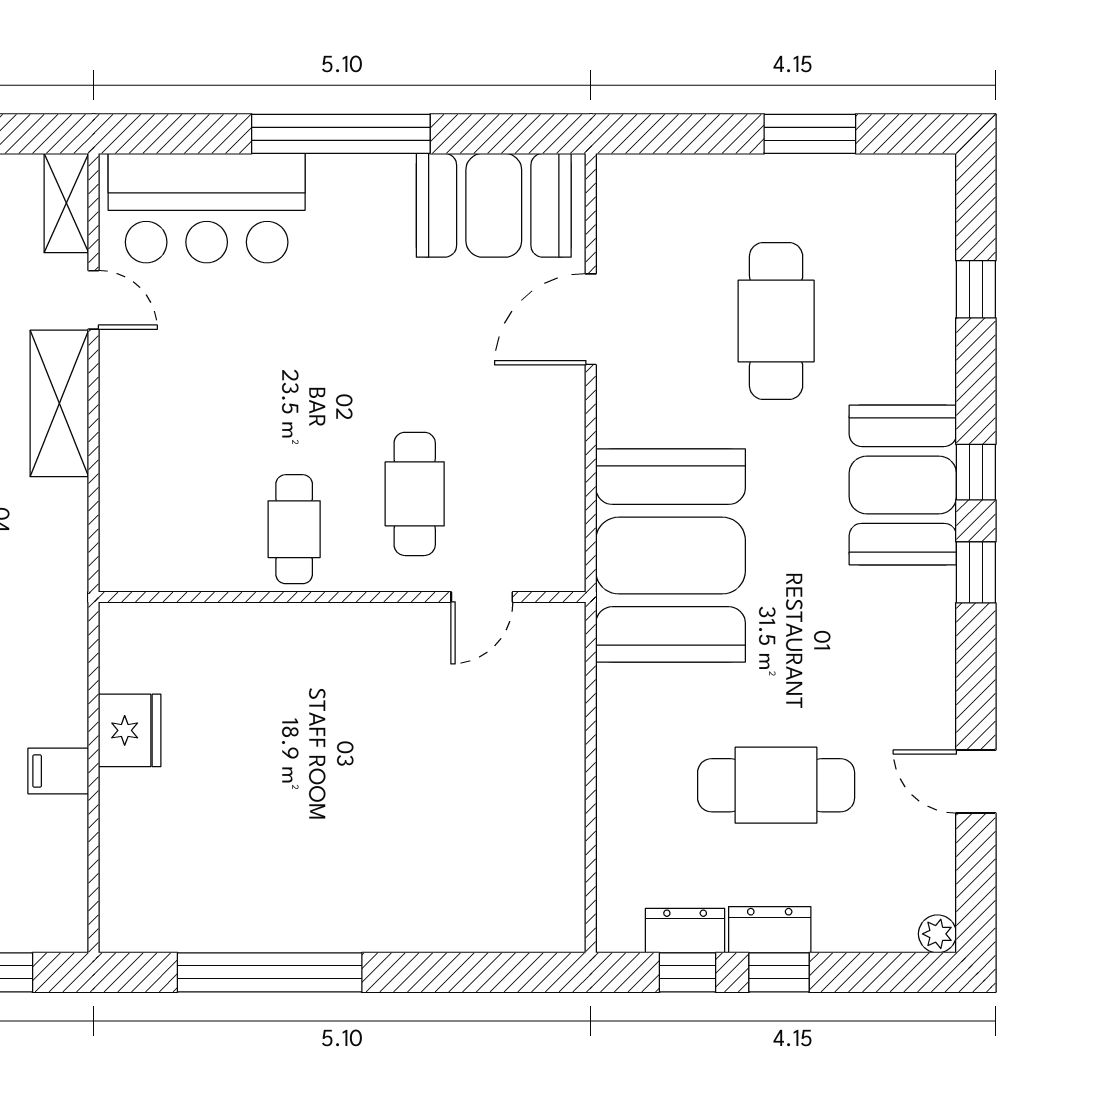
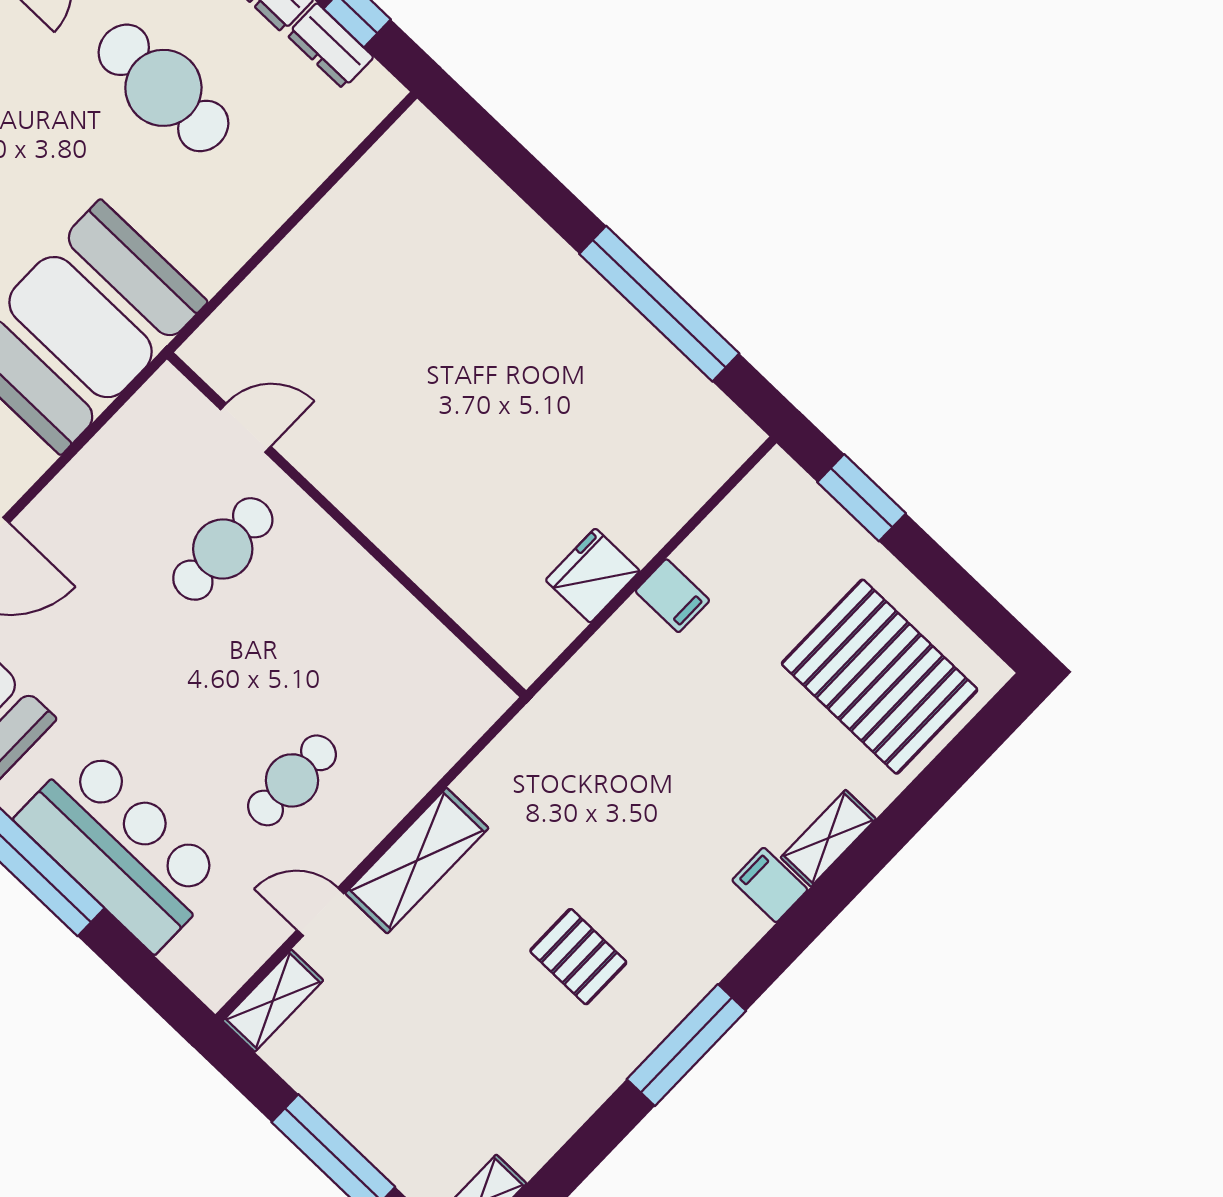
bar counter: (207, 208) -> (121, 848), moved
door: (94, 300) -> (320, 912), hinge flipped
cafe table: (294, 529) -> (292, 780), moved

